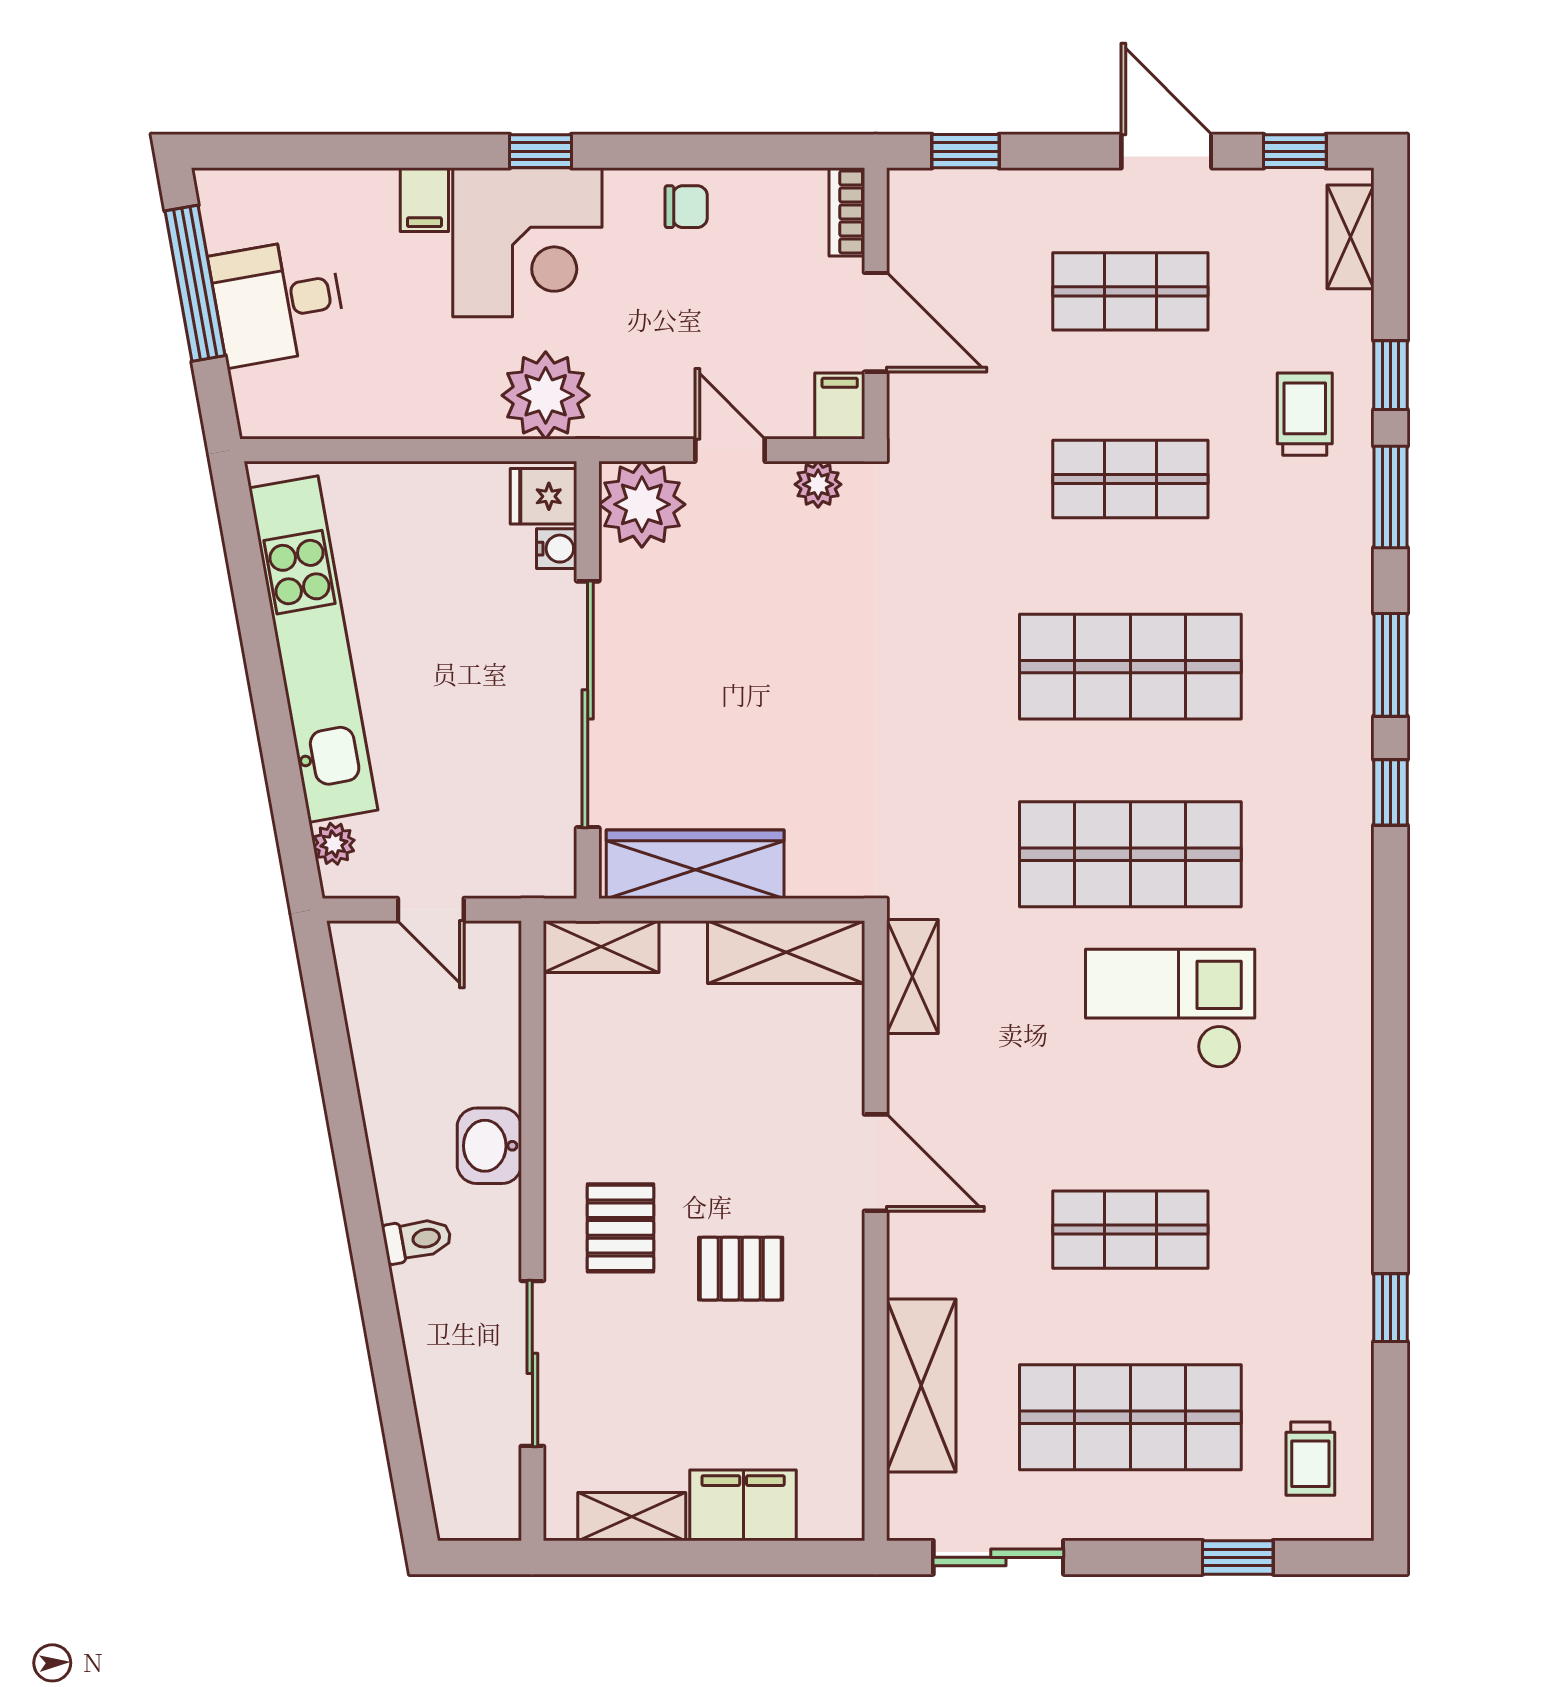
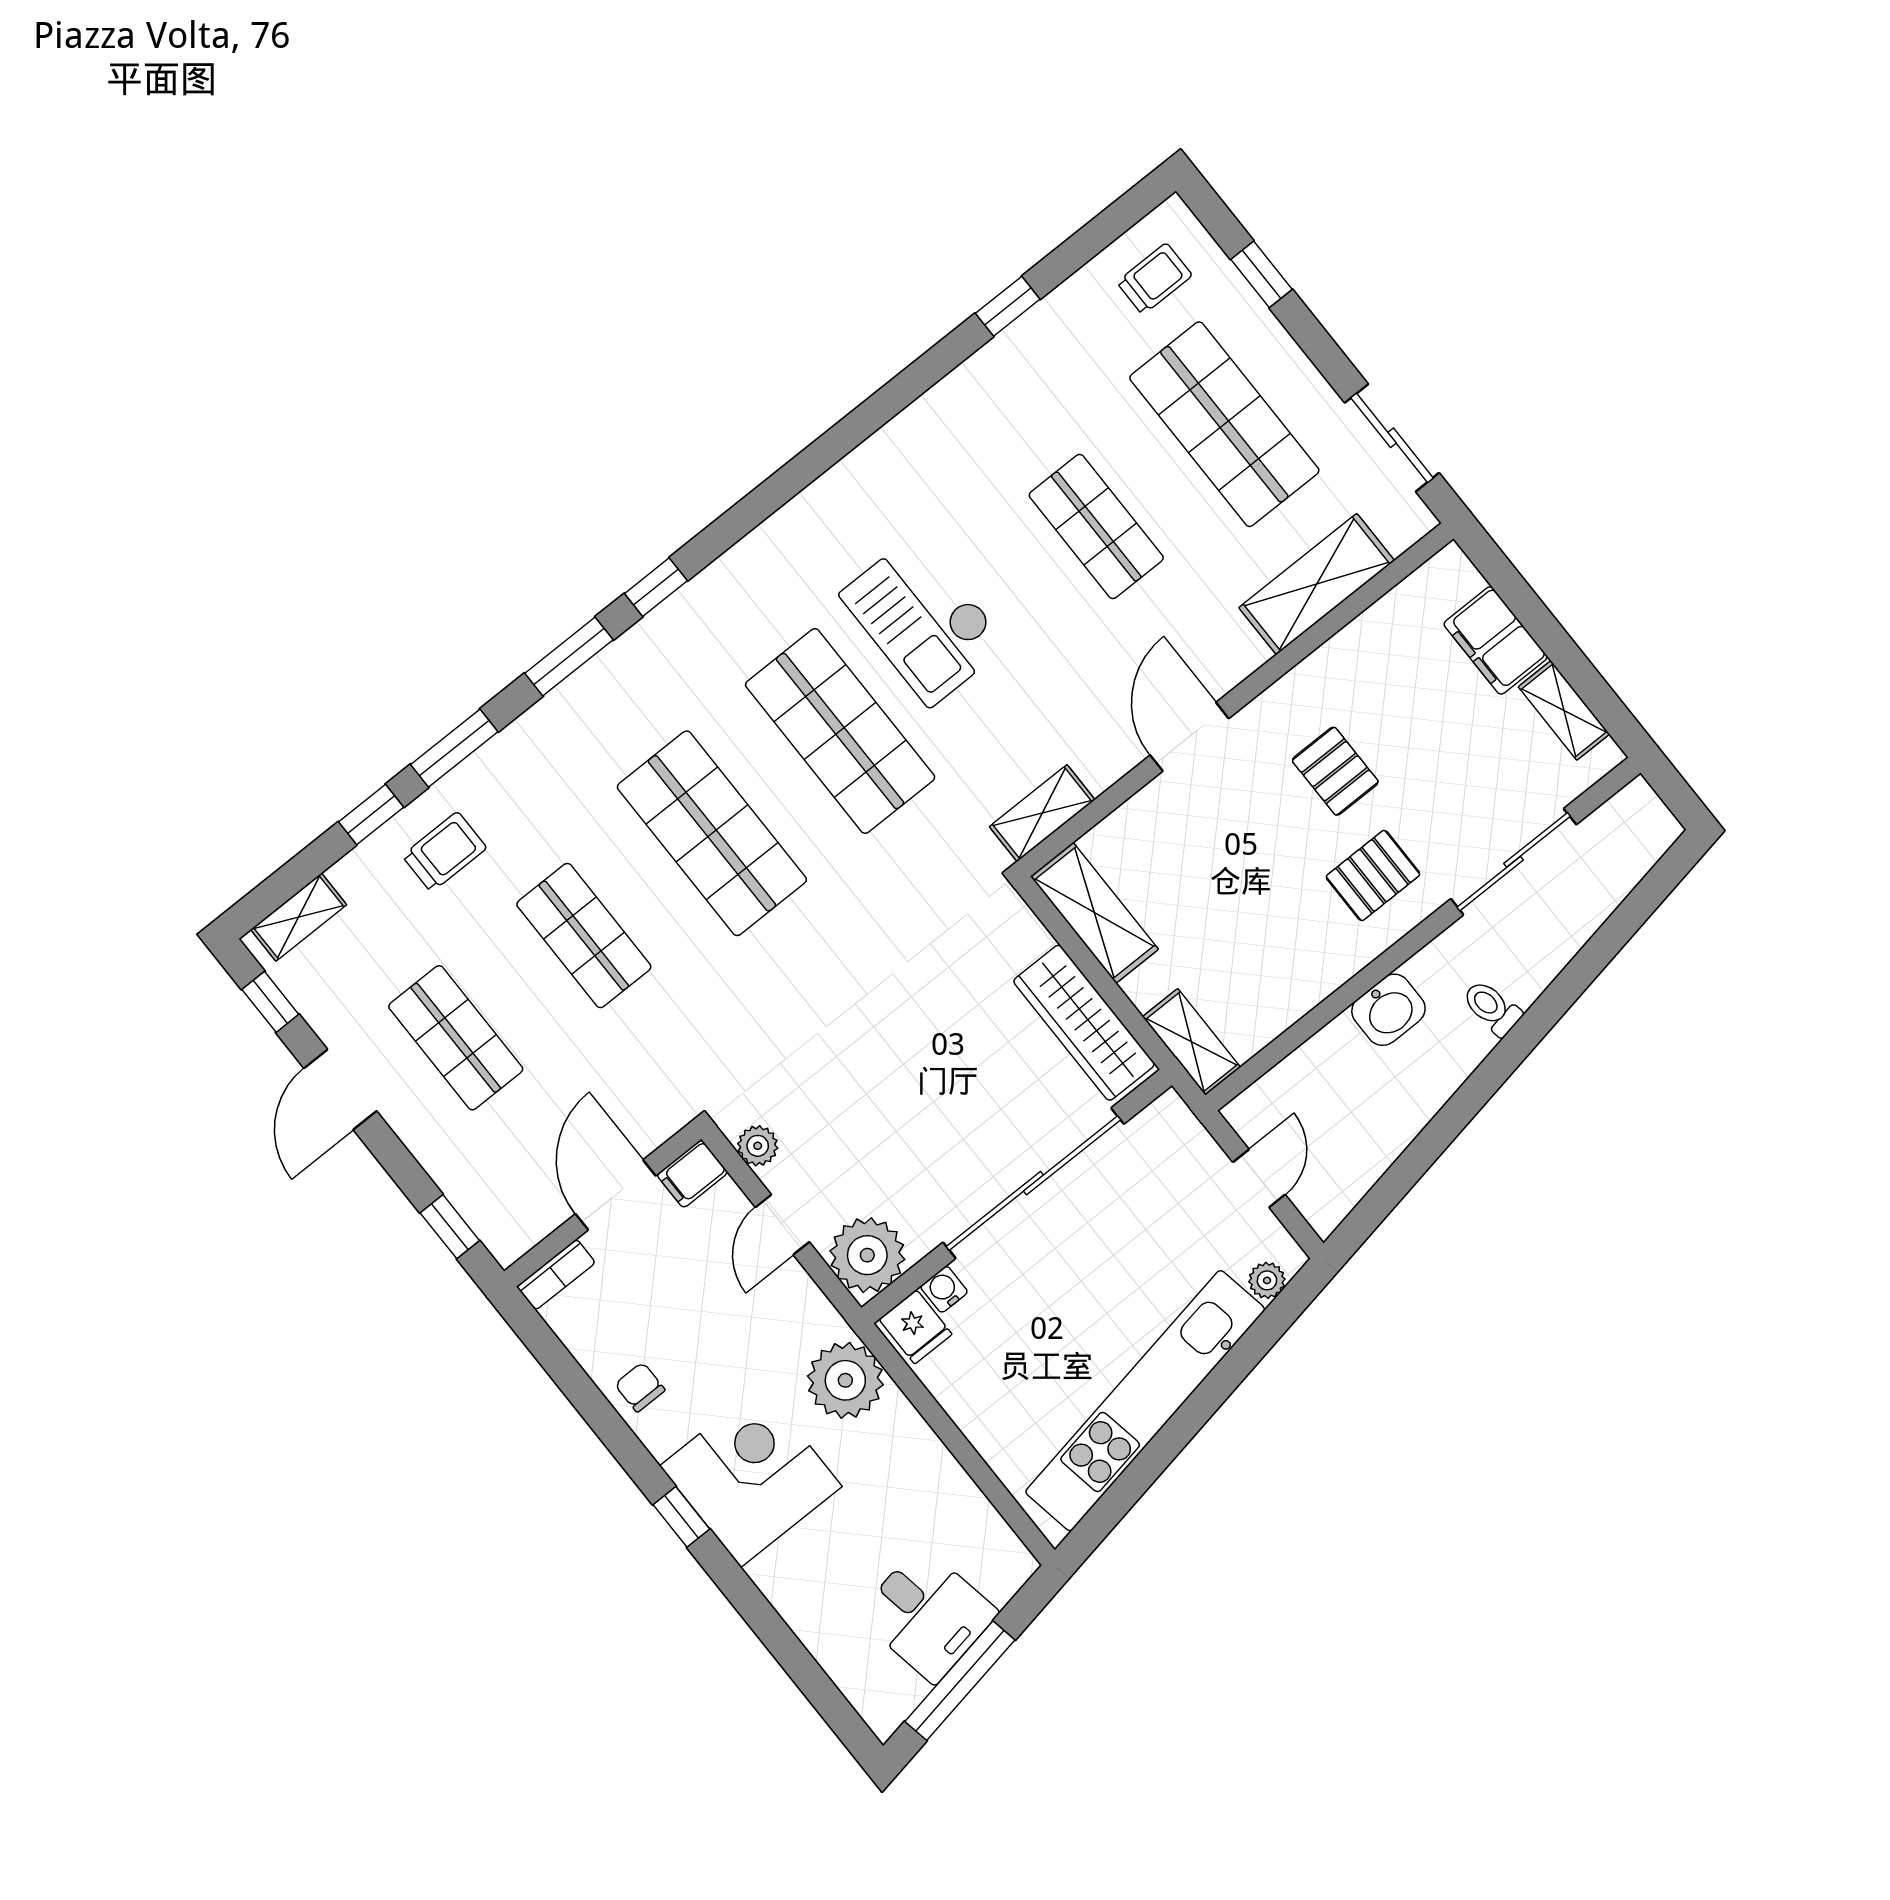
filing cabinet: (424, 200) -> (778, 1570), removed
trolley: (1305, 414) -> (444, 852), turned 180

